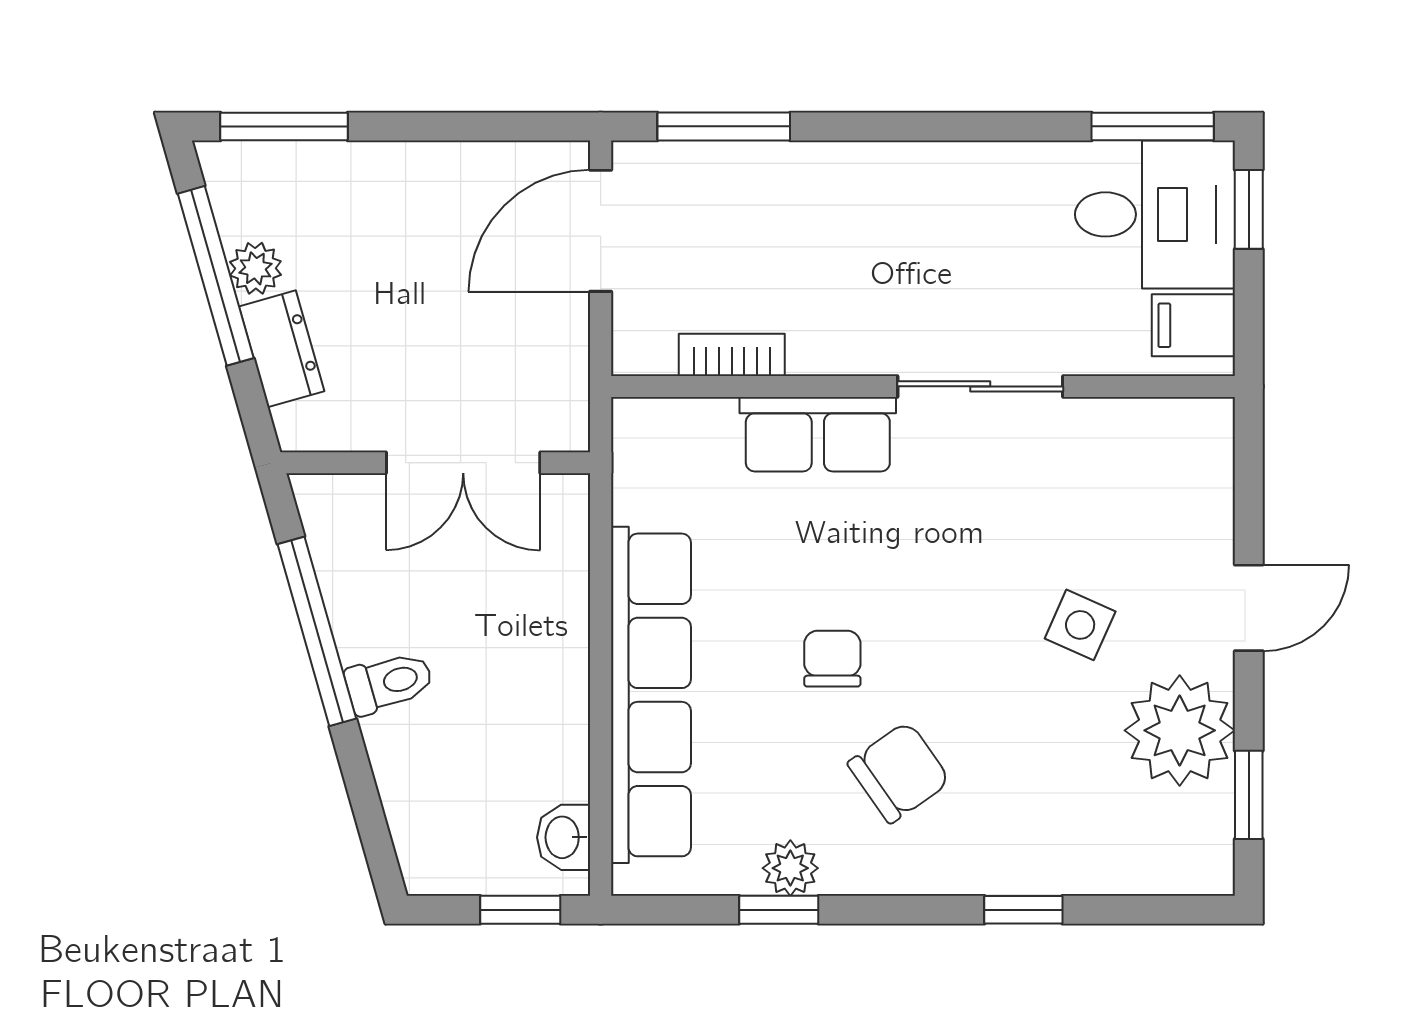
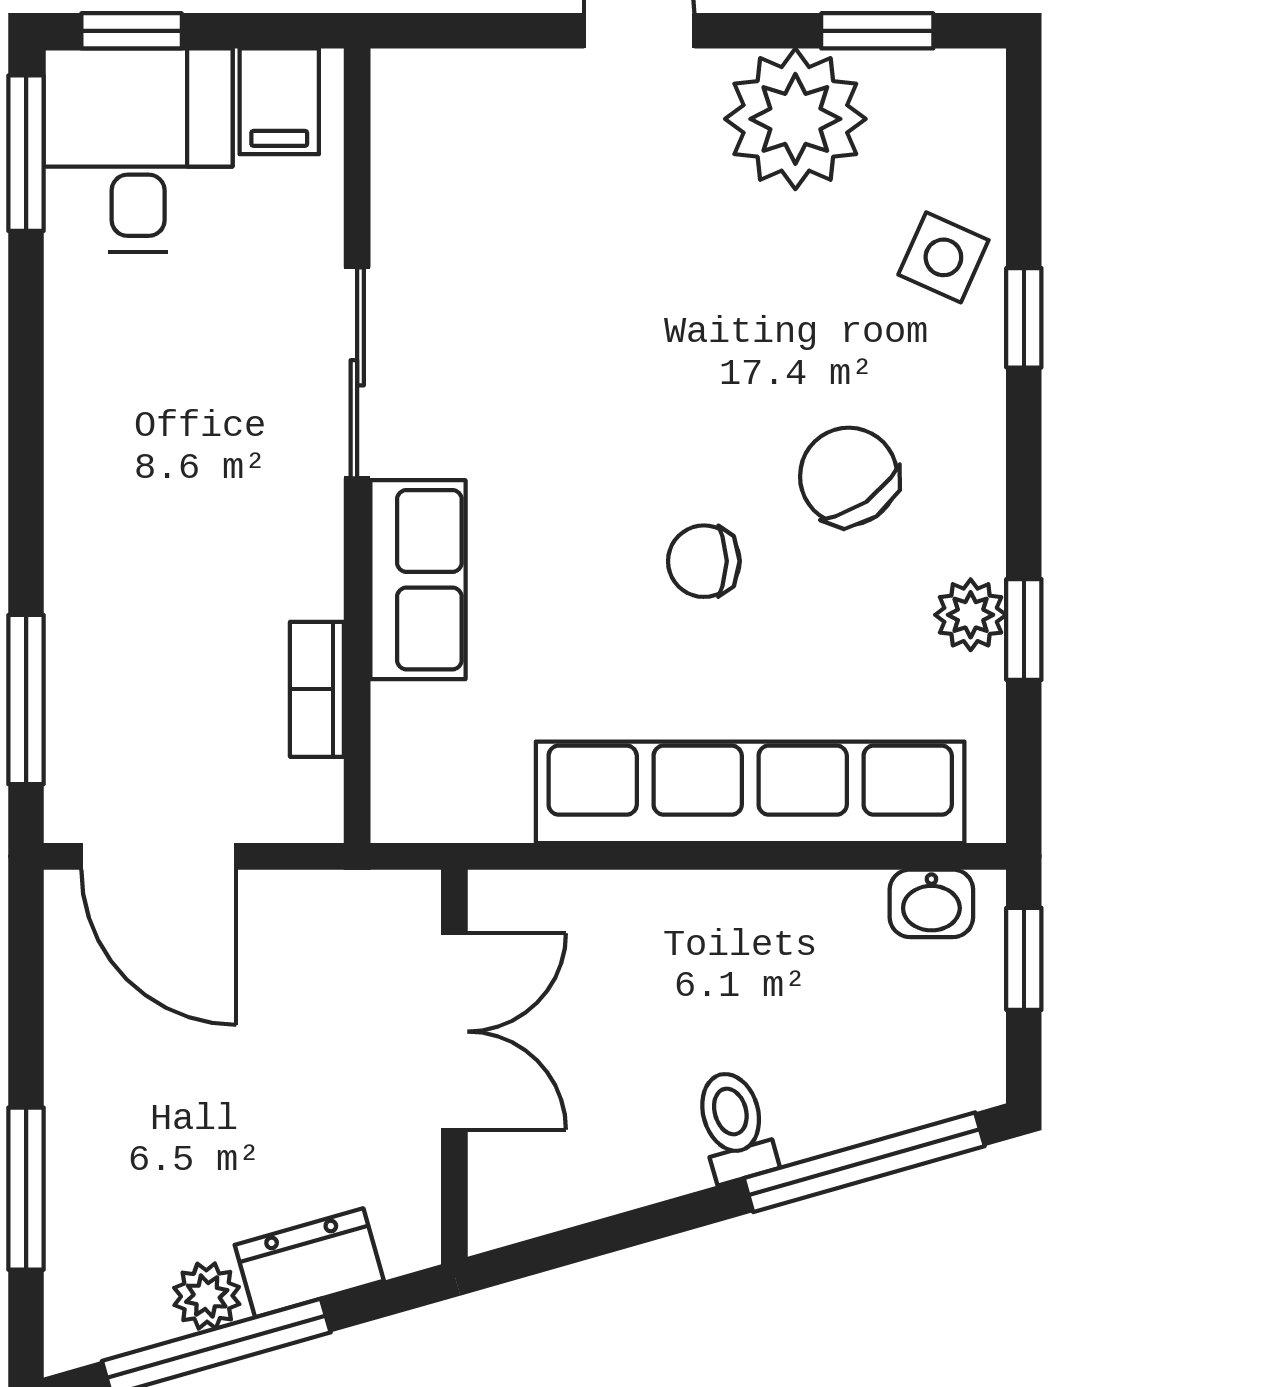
window: (284, 126) -> (26, 1189), moved
side table: (1080, 625) -> (943, 257), moved
window: (317, 631) -> (864, 1162), moved

